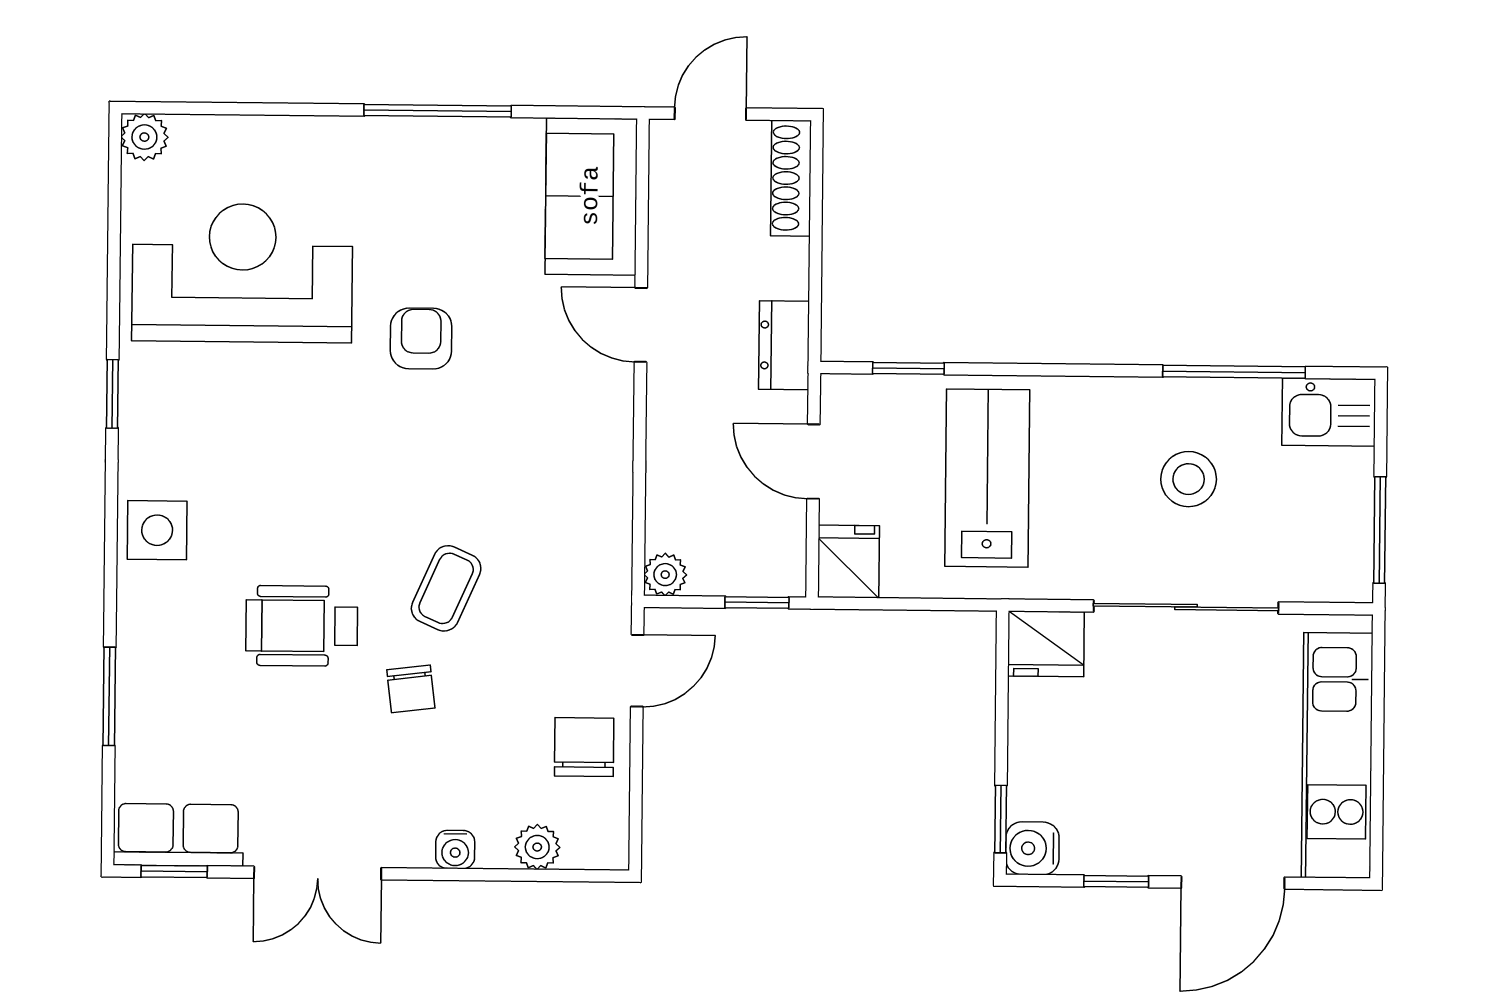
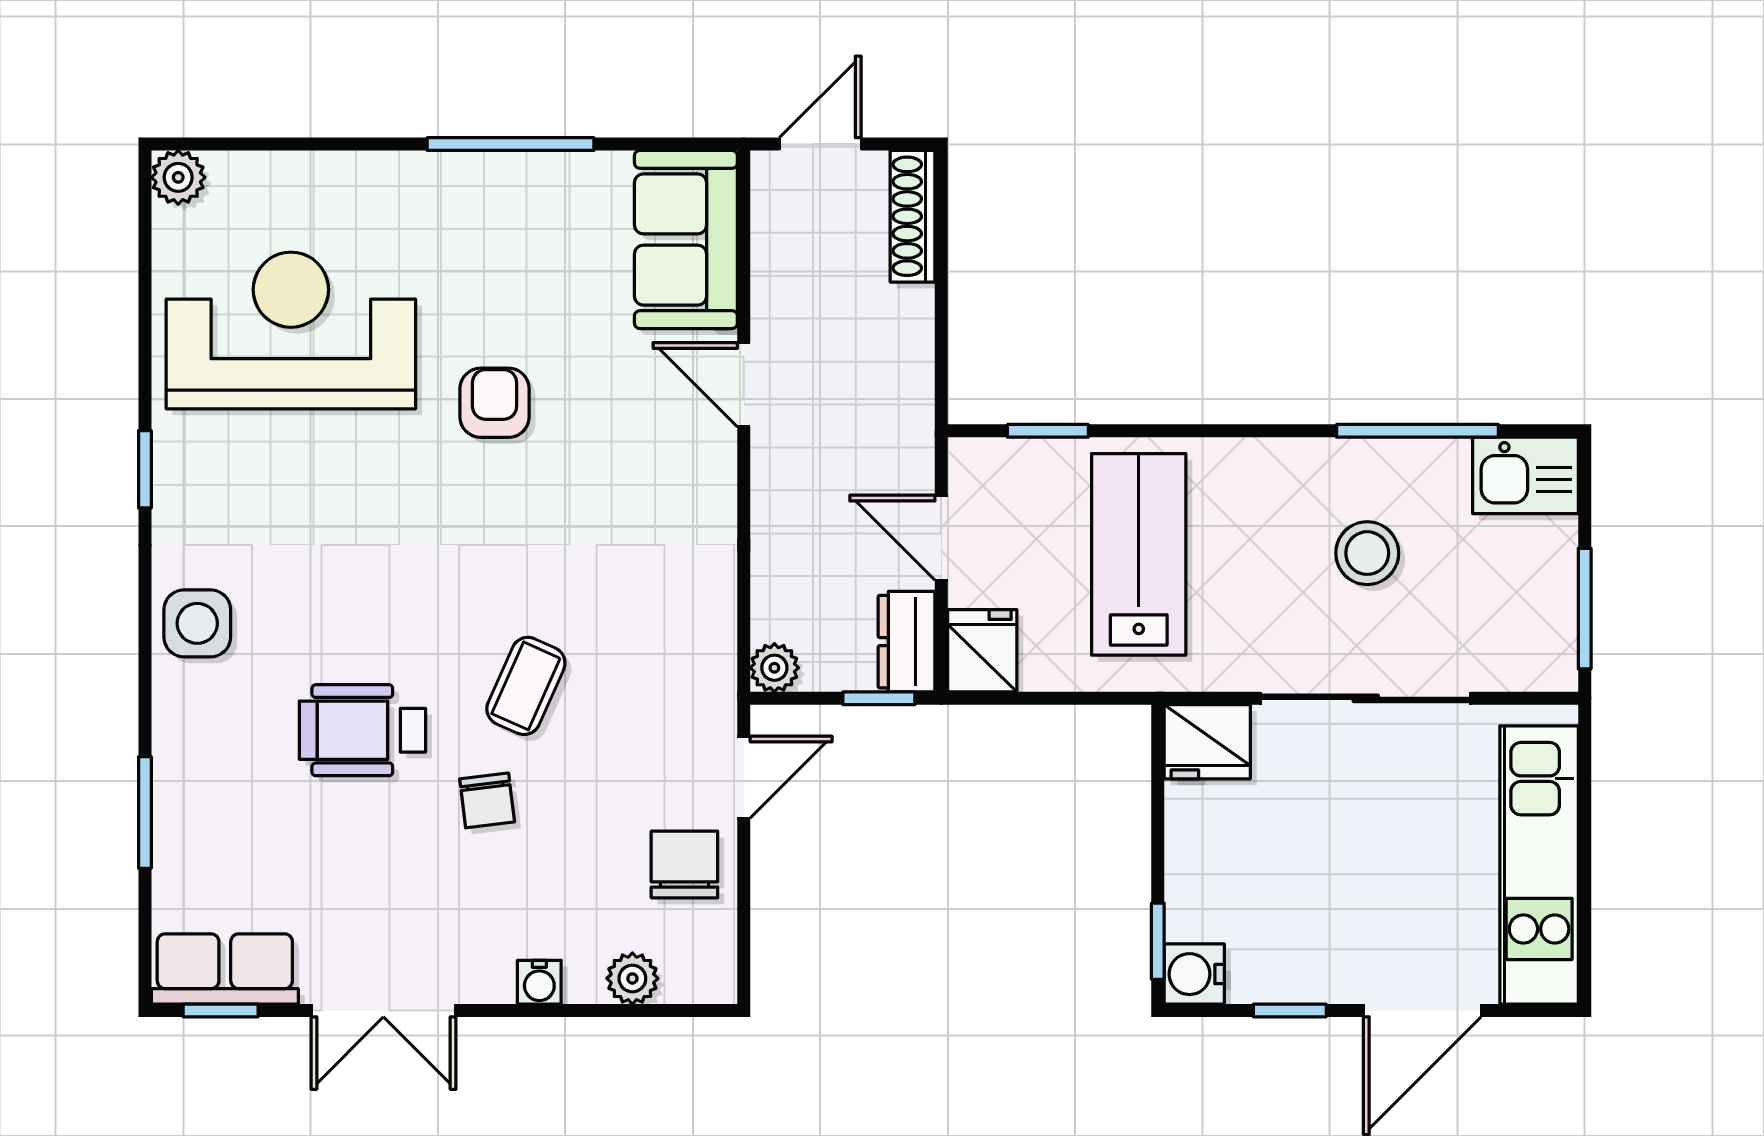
dresser: (784, 345) -> (907, 642), moved

